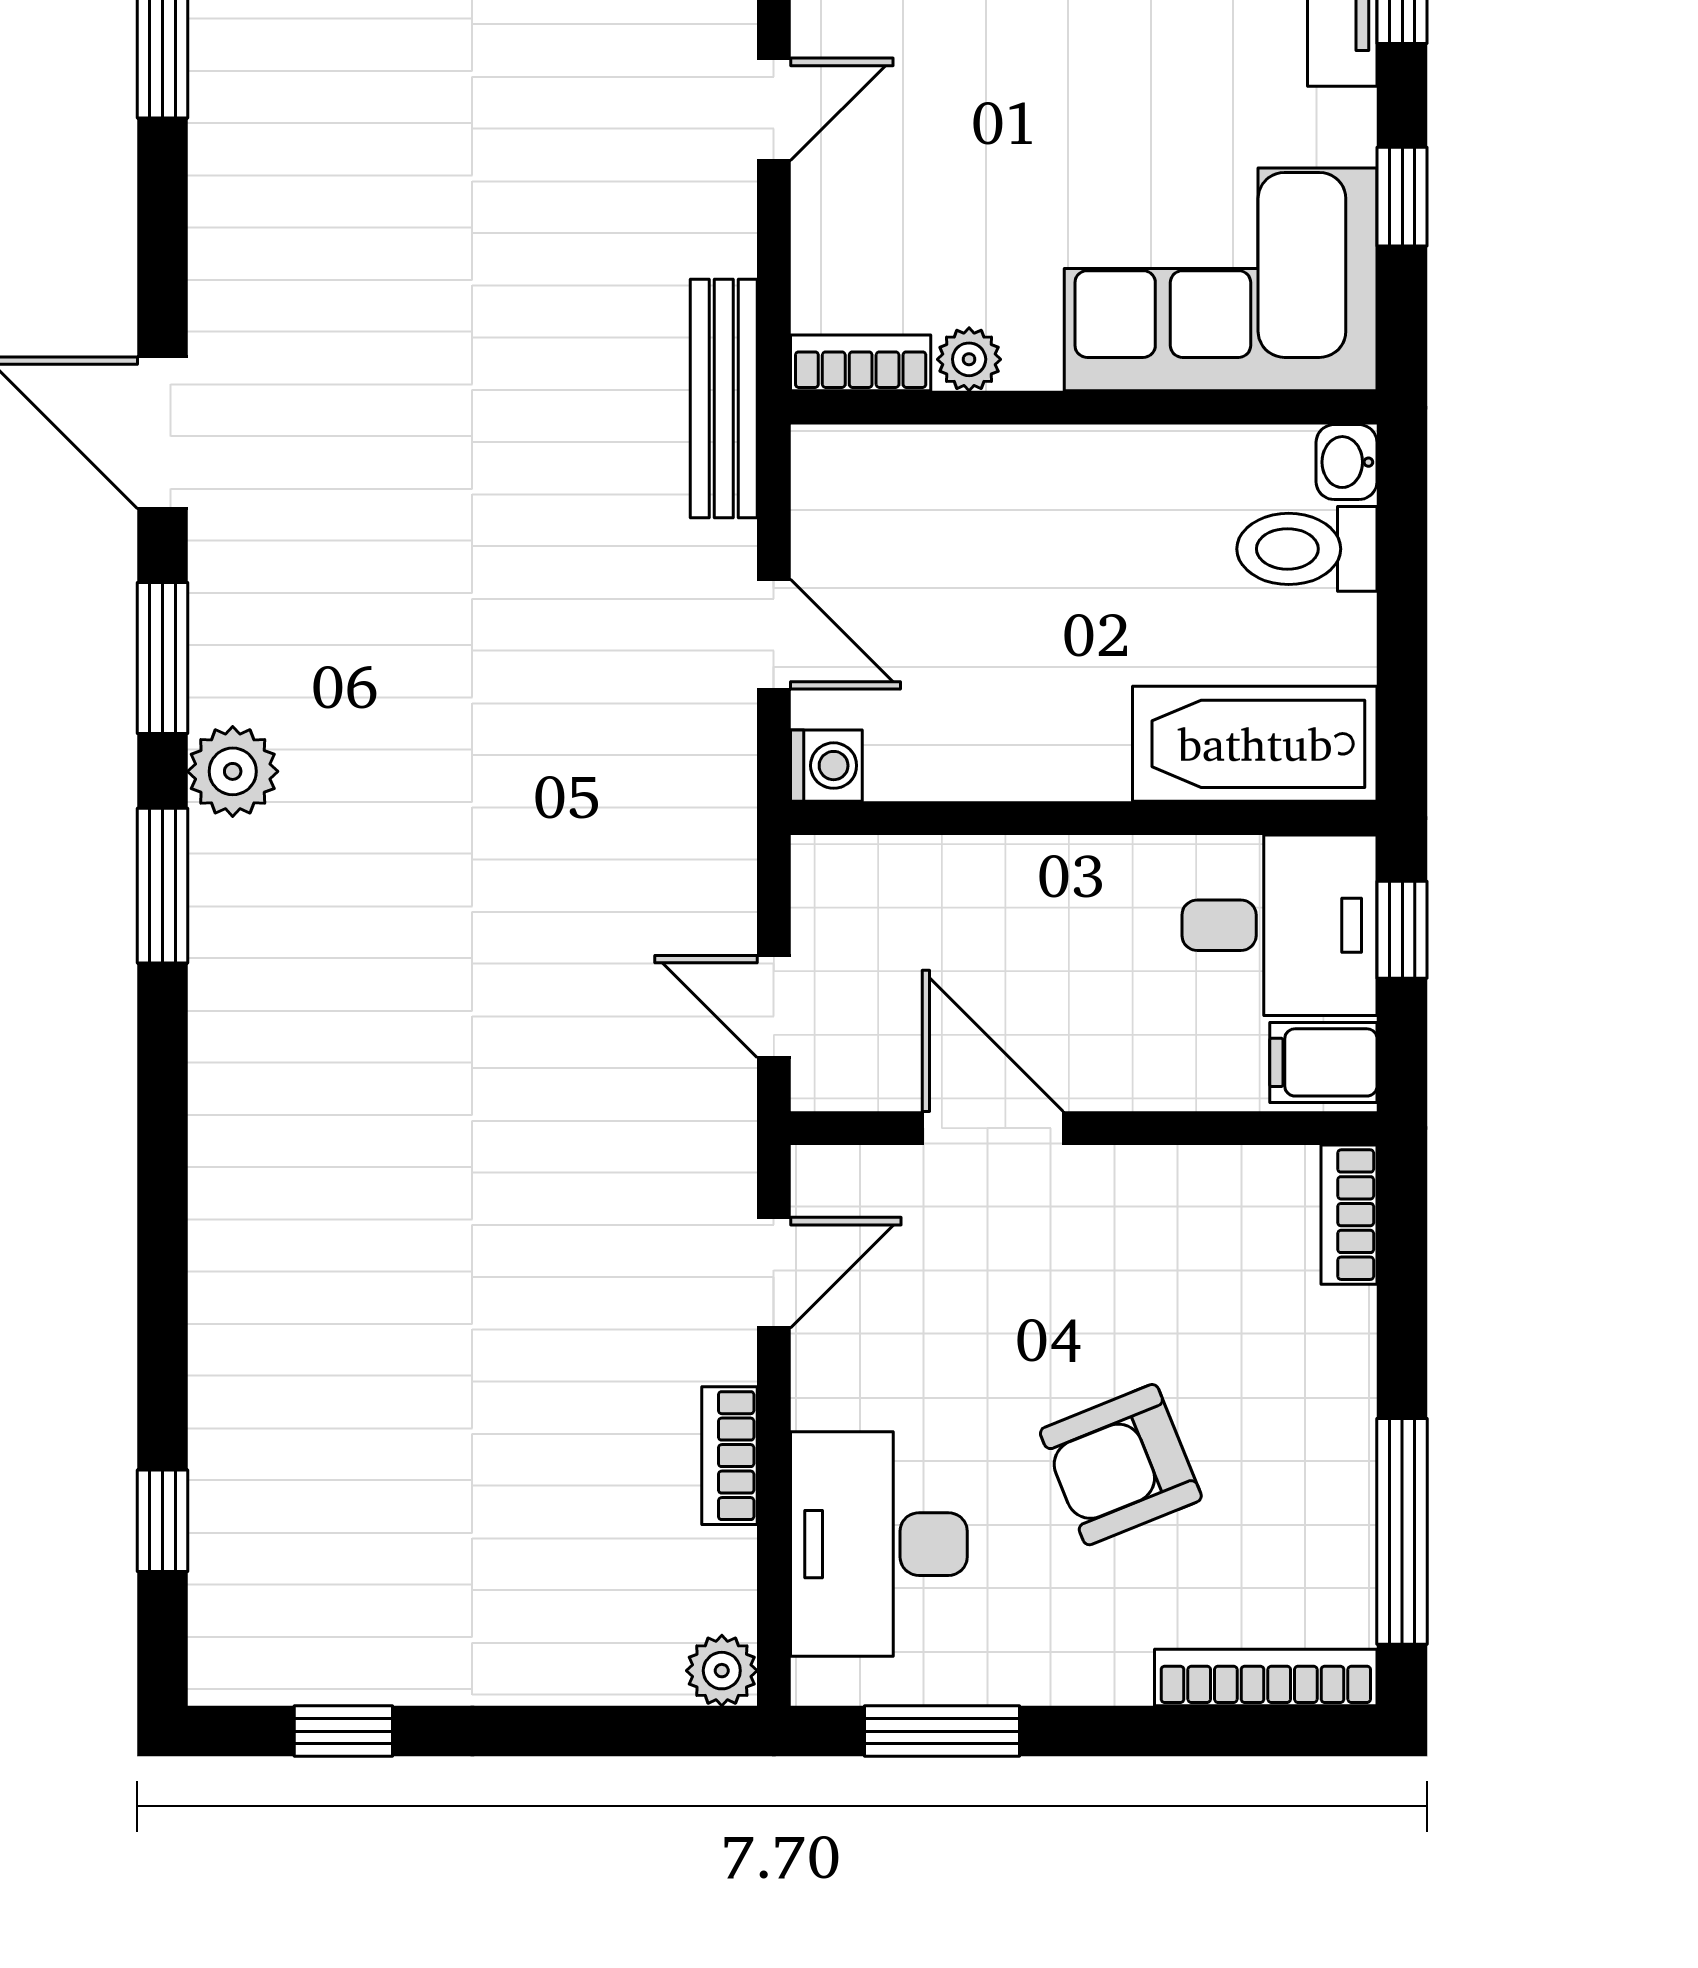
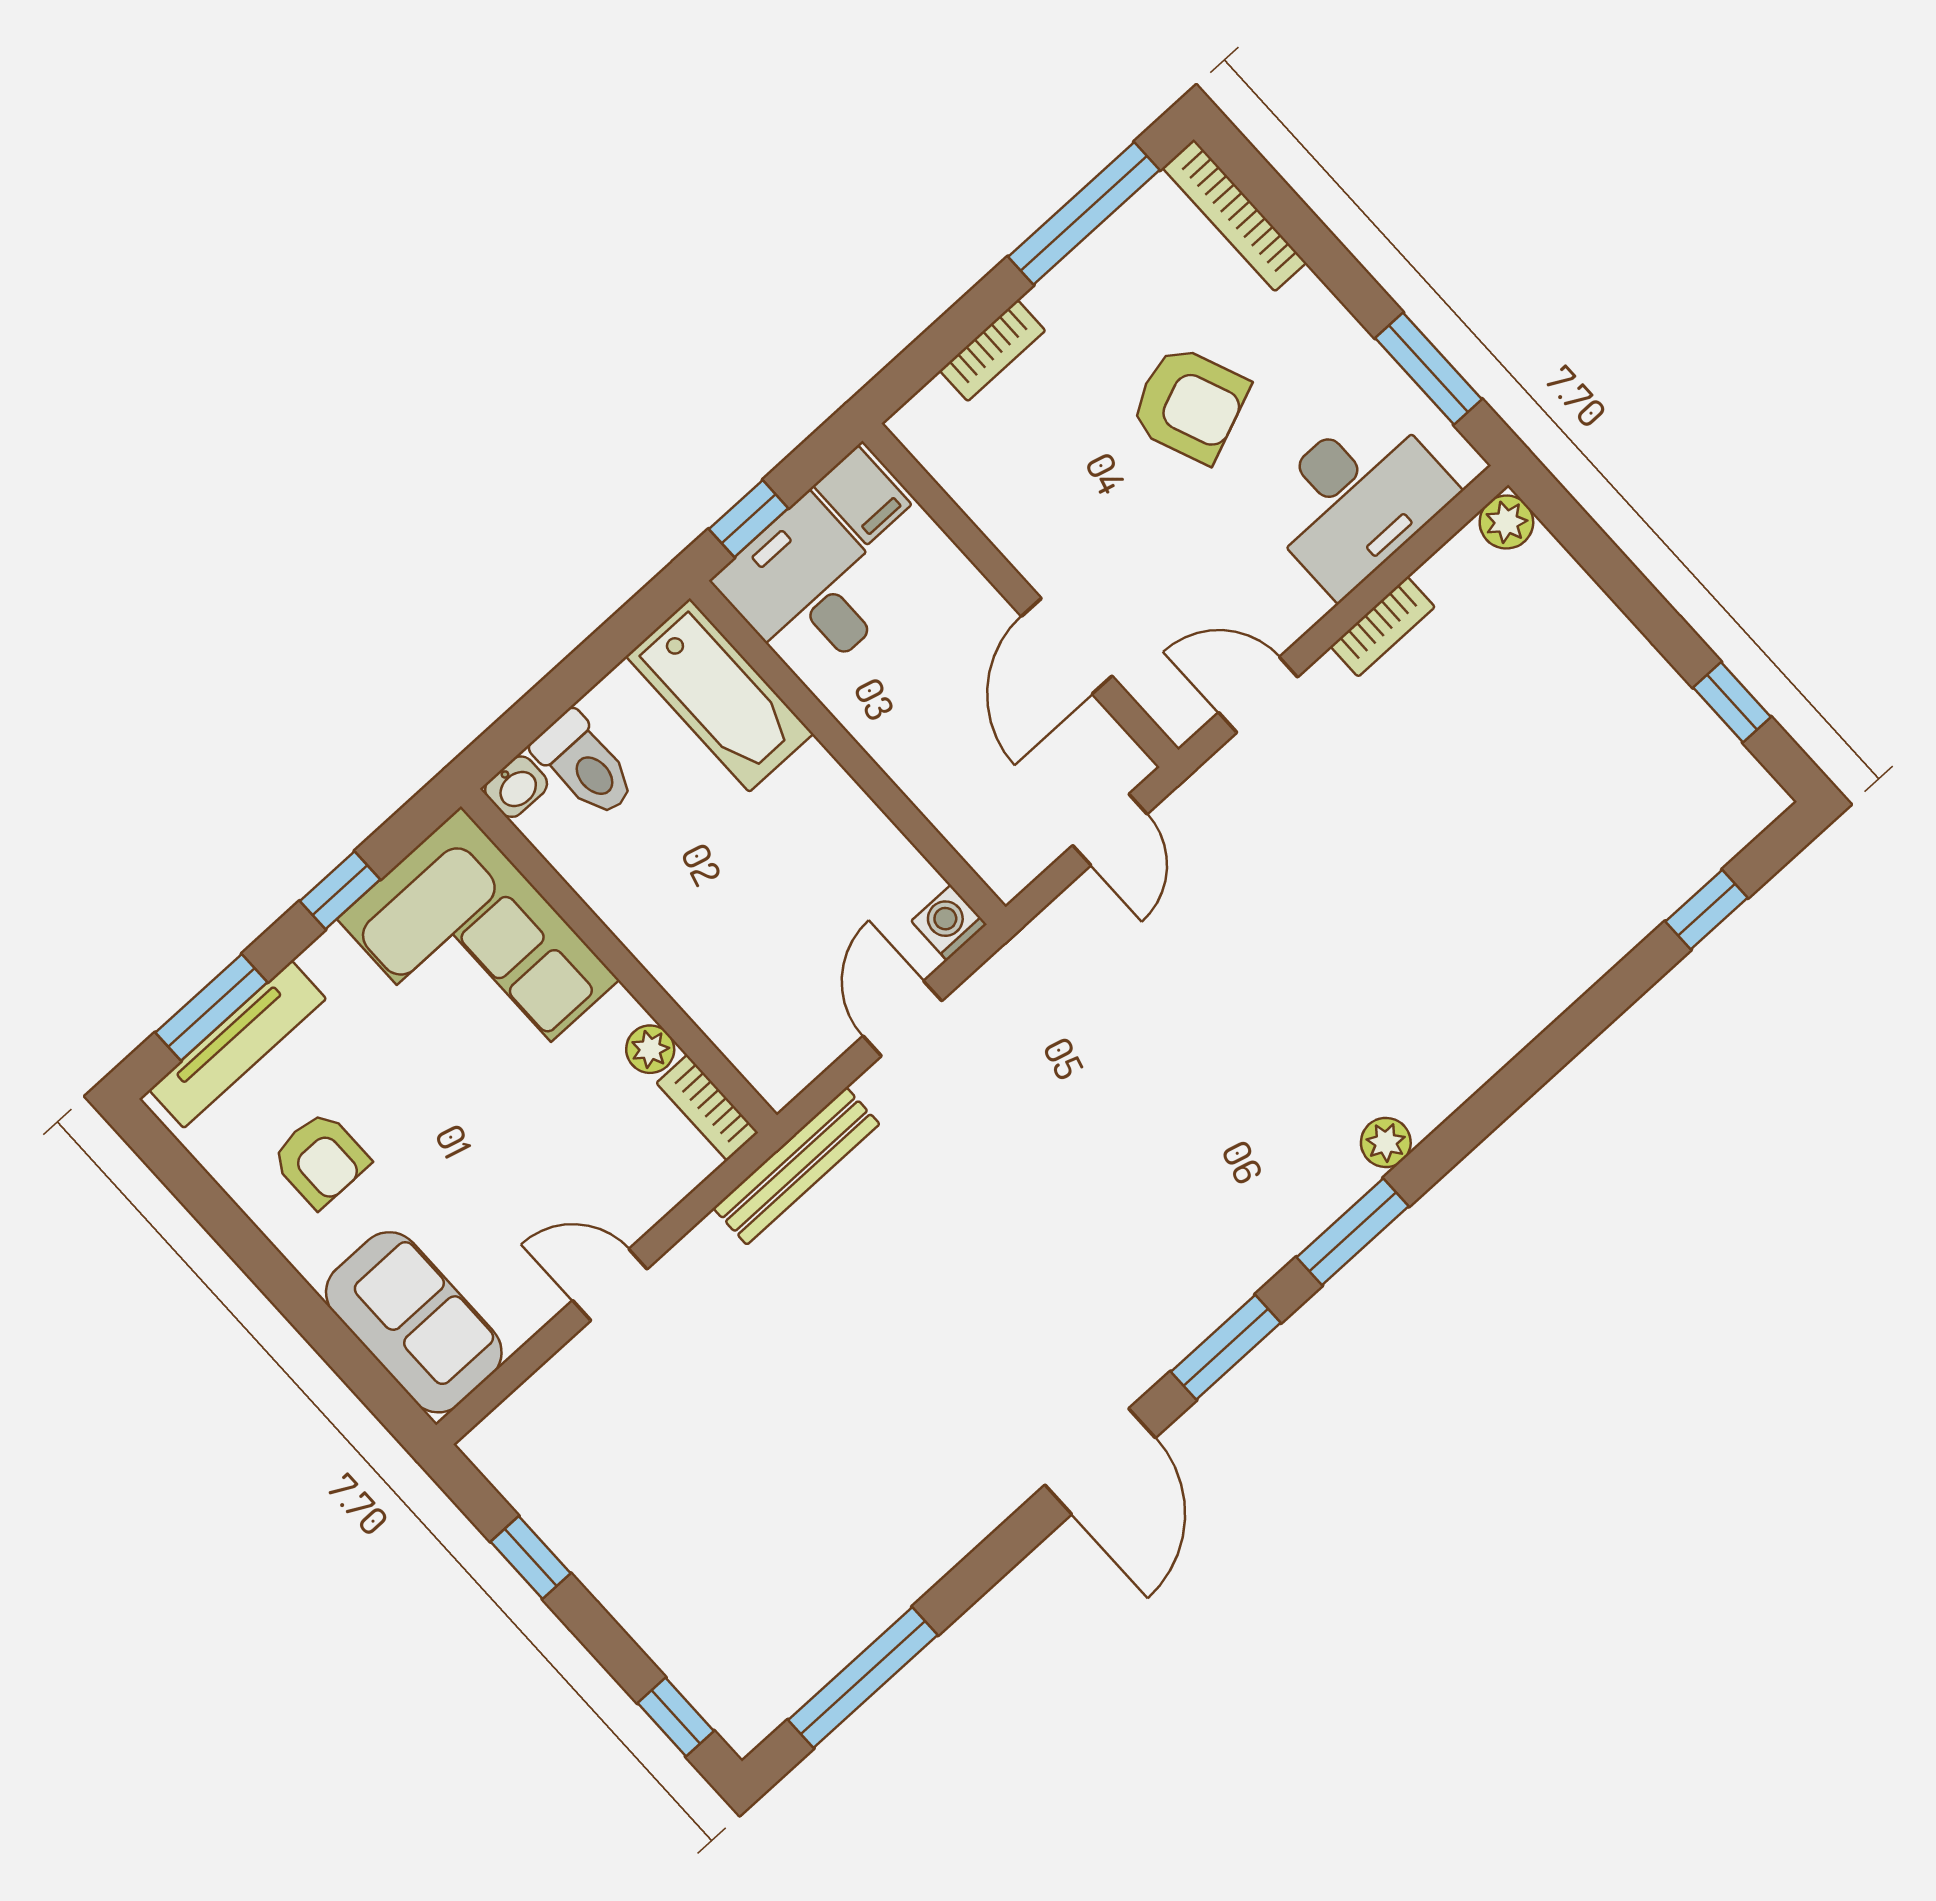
plant: (233, 771) -> (1386, 1142), moved, width x0.73, depth x0.73
bookcase: (1349, 1215) -> (993, 351), moved

